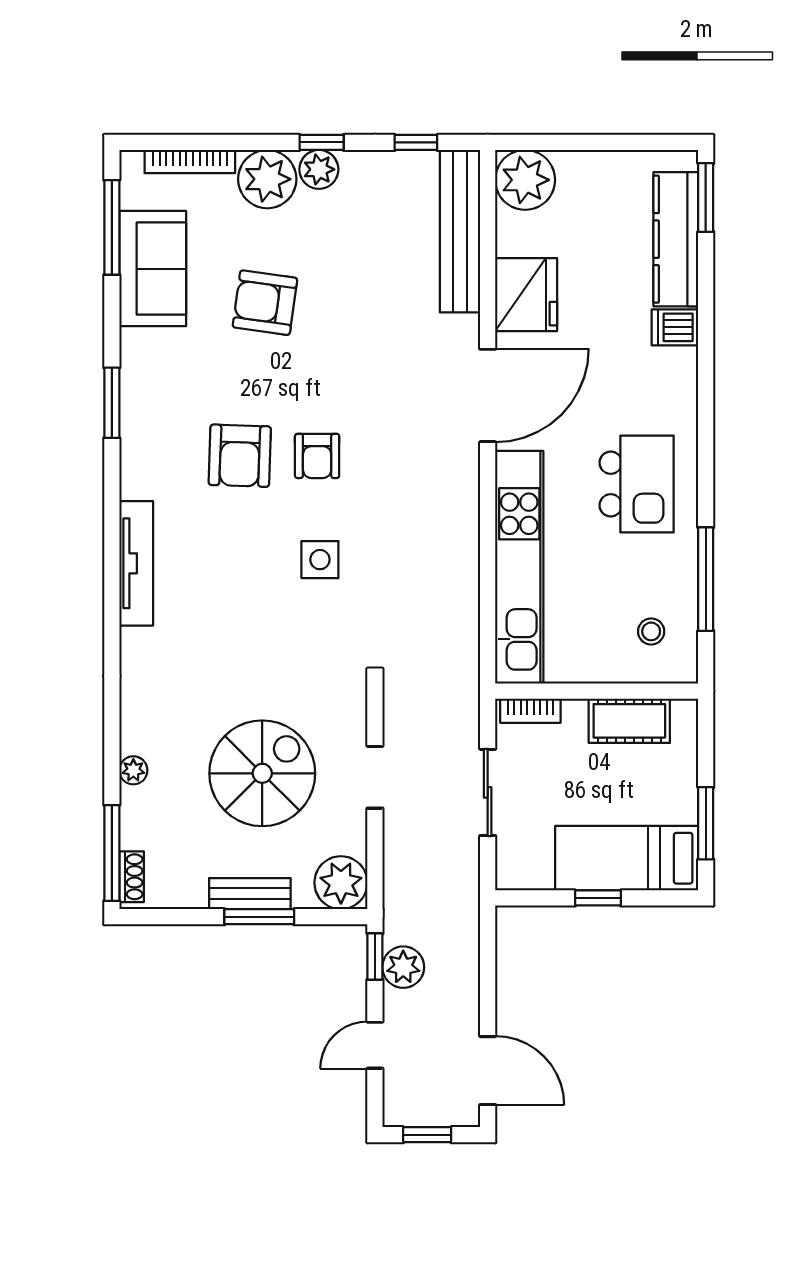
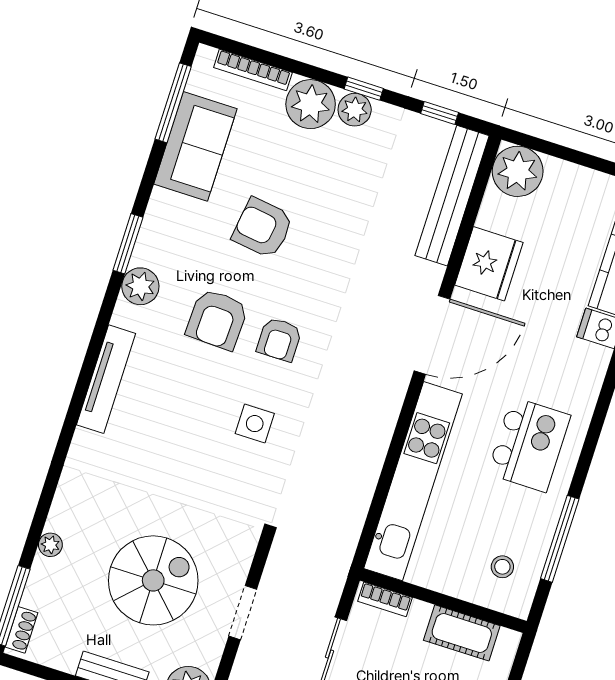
armchair: (265, 303) -> (263, 228), moved
plant: (141, 446) -> (140, 286), added

